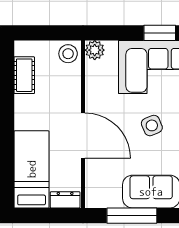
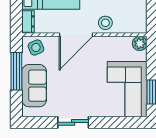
stool: (68, 54) -> (105, 23), moved
side table: (152, 125) -> (36, 47), moved

